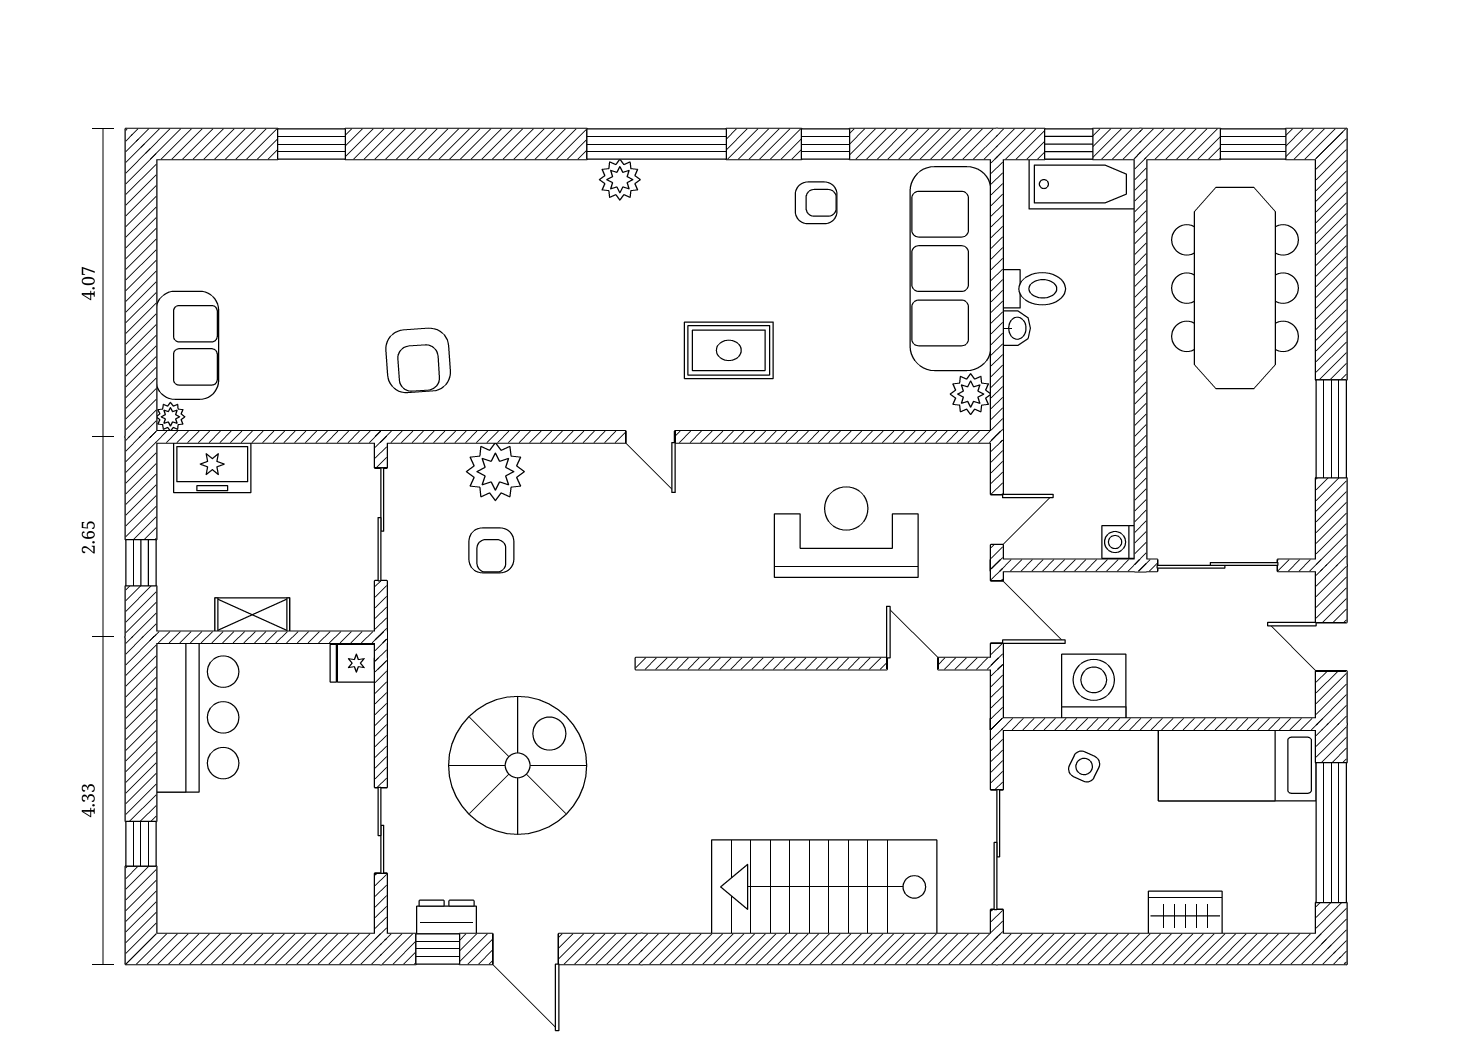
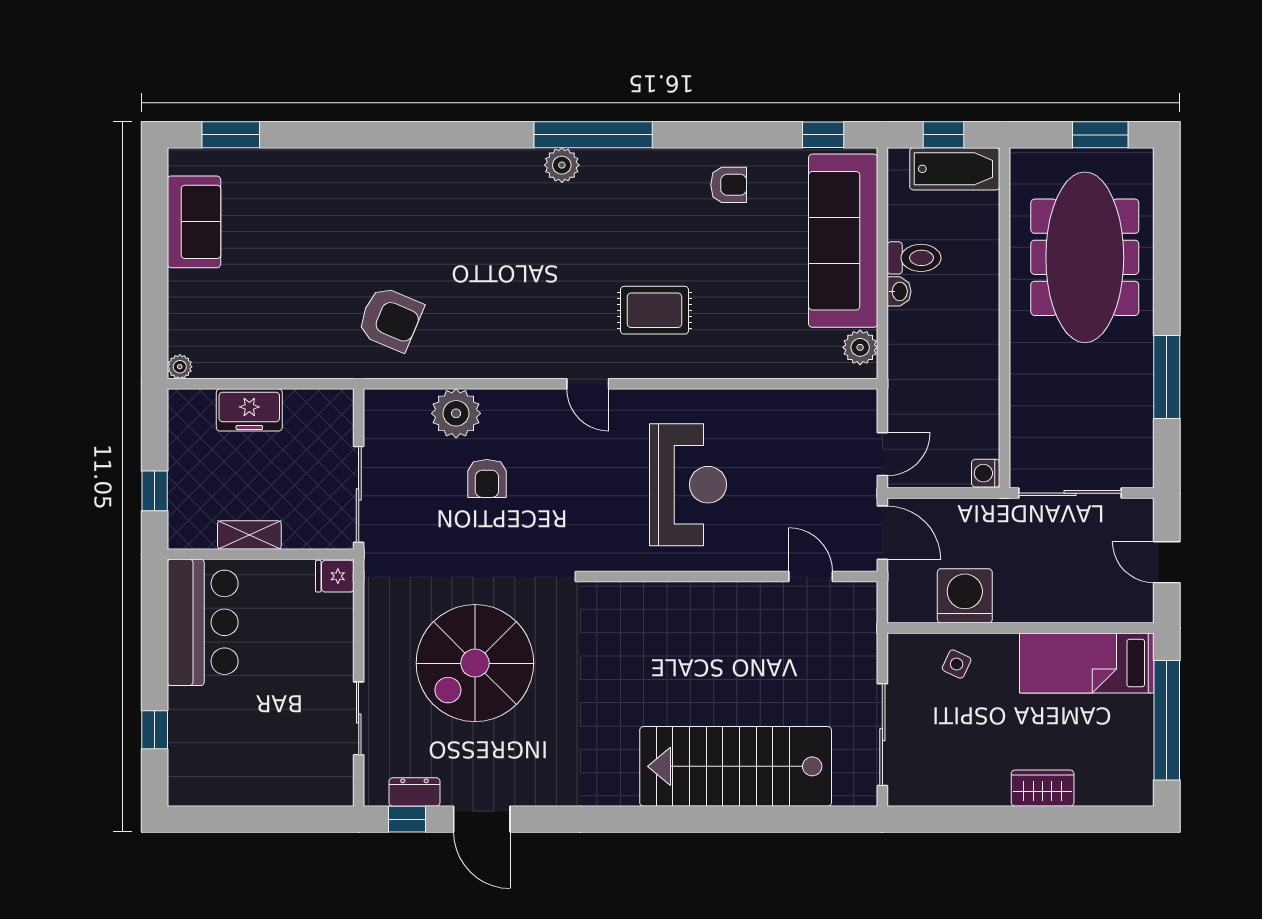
window: (312, 144) -> (231, 135), moved
window: (825, 144) -> (823, 135), moved
sofa: (187, 345) -> (194, 222), moved
armchair: (418, 360) -> (390, 319), turned -63
freezer: (212, 468) -> (249, 410), moved
sliding door: (381, 524) -> (359, 494), moved
reception desk: (846, 532) -> (688, 485), moved, turned 90
armchair: (491, 550) -> (487, 478), moved
spiral stairs: (518, 765) -> (475, 663), turned 180

